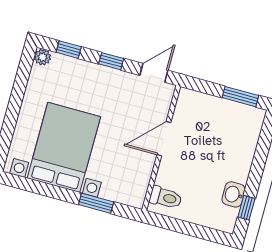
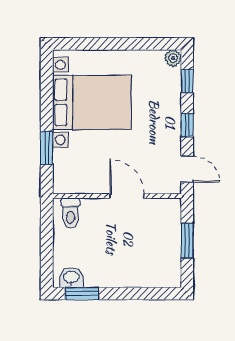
window: (240, 97) -> (187, 241), moved
washbasin: (234, 194) -> (71, 278), moved
window: (246, 208) -> (82, 294), width x1.50

